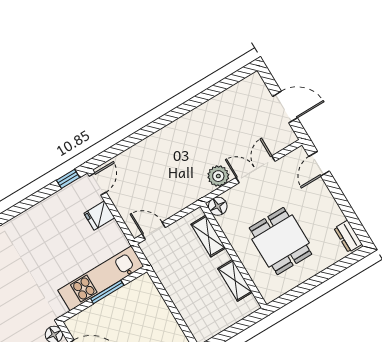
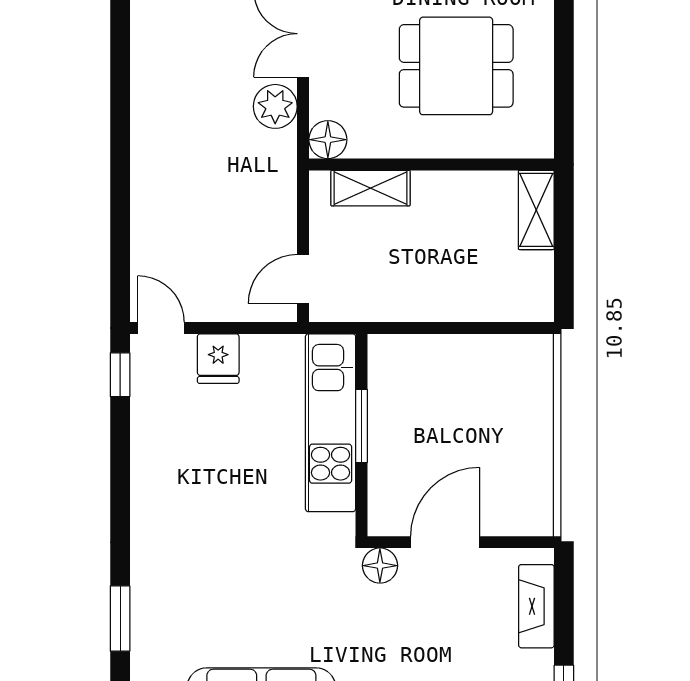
shelving: (235, 280) -> (536, 210), moved, turned 90

